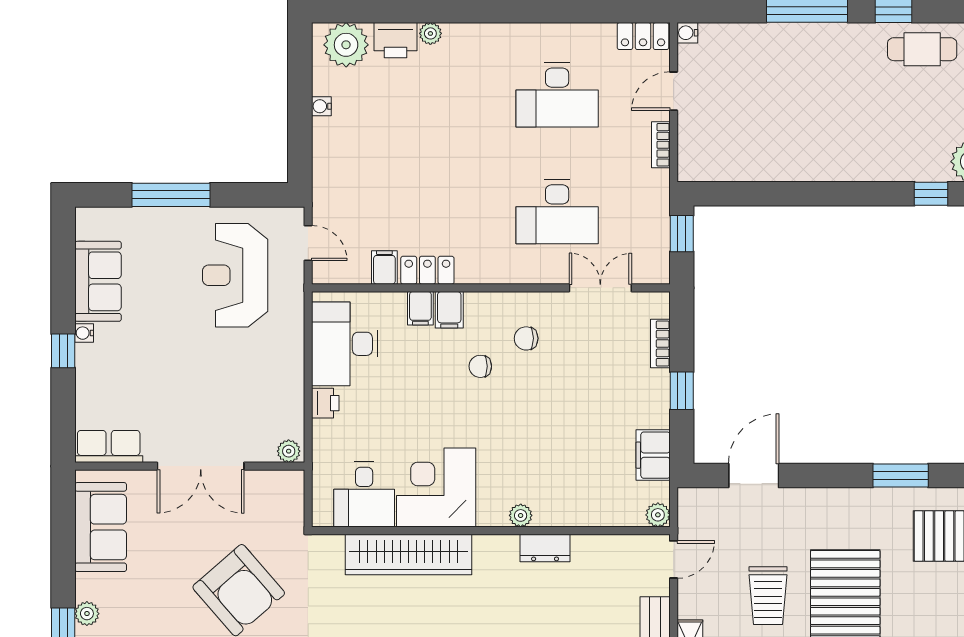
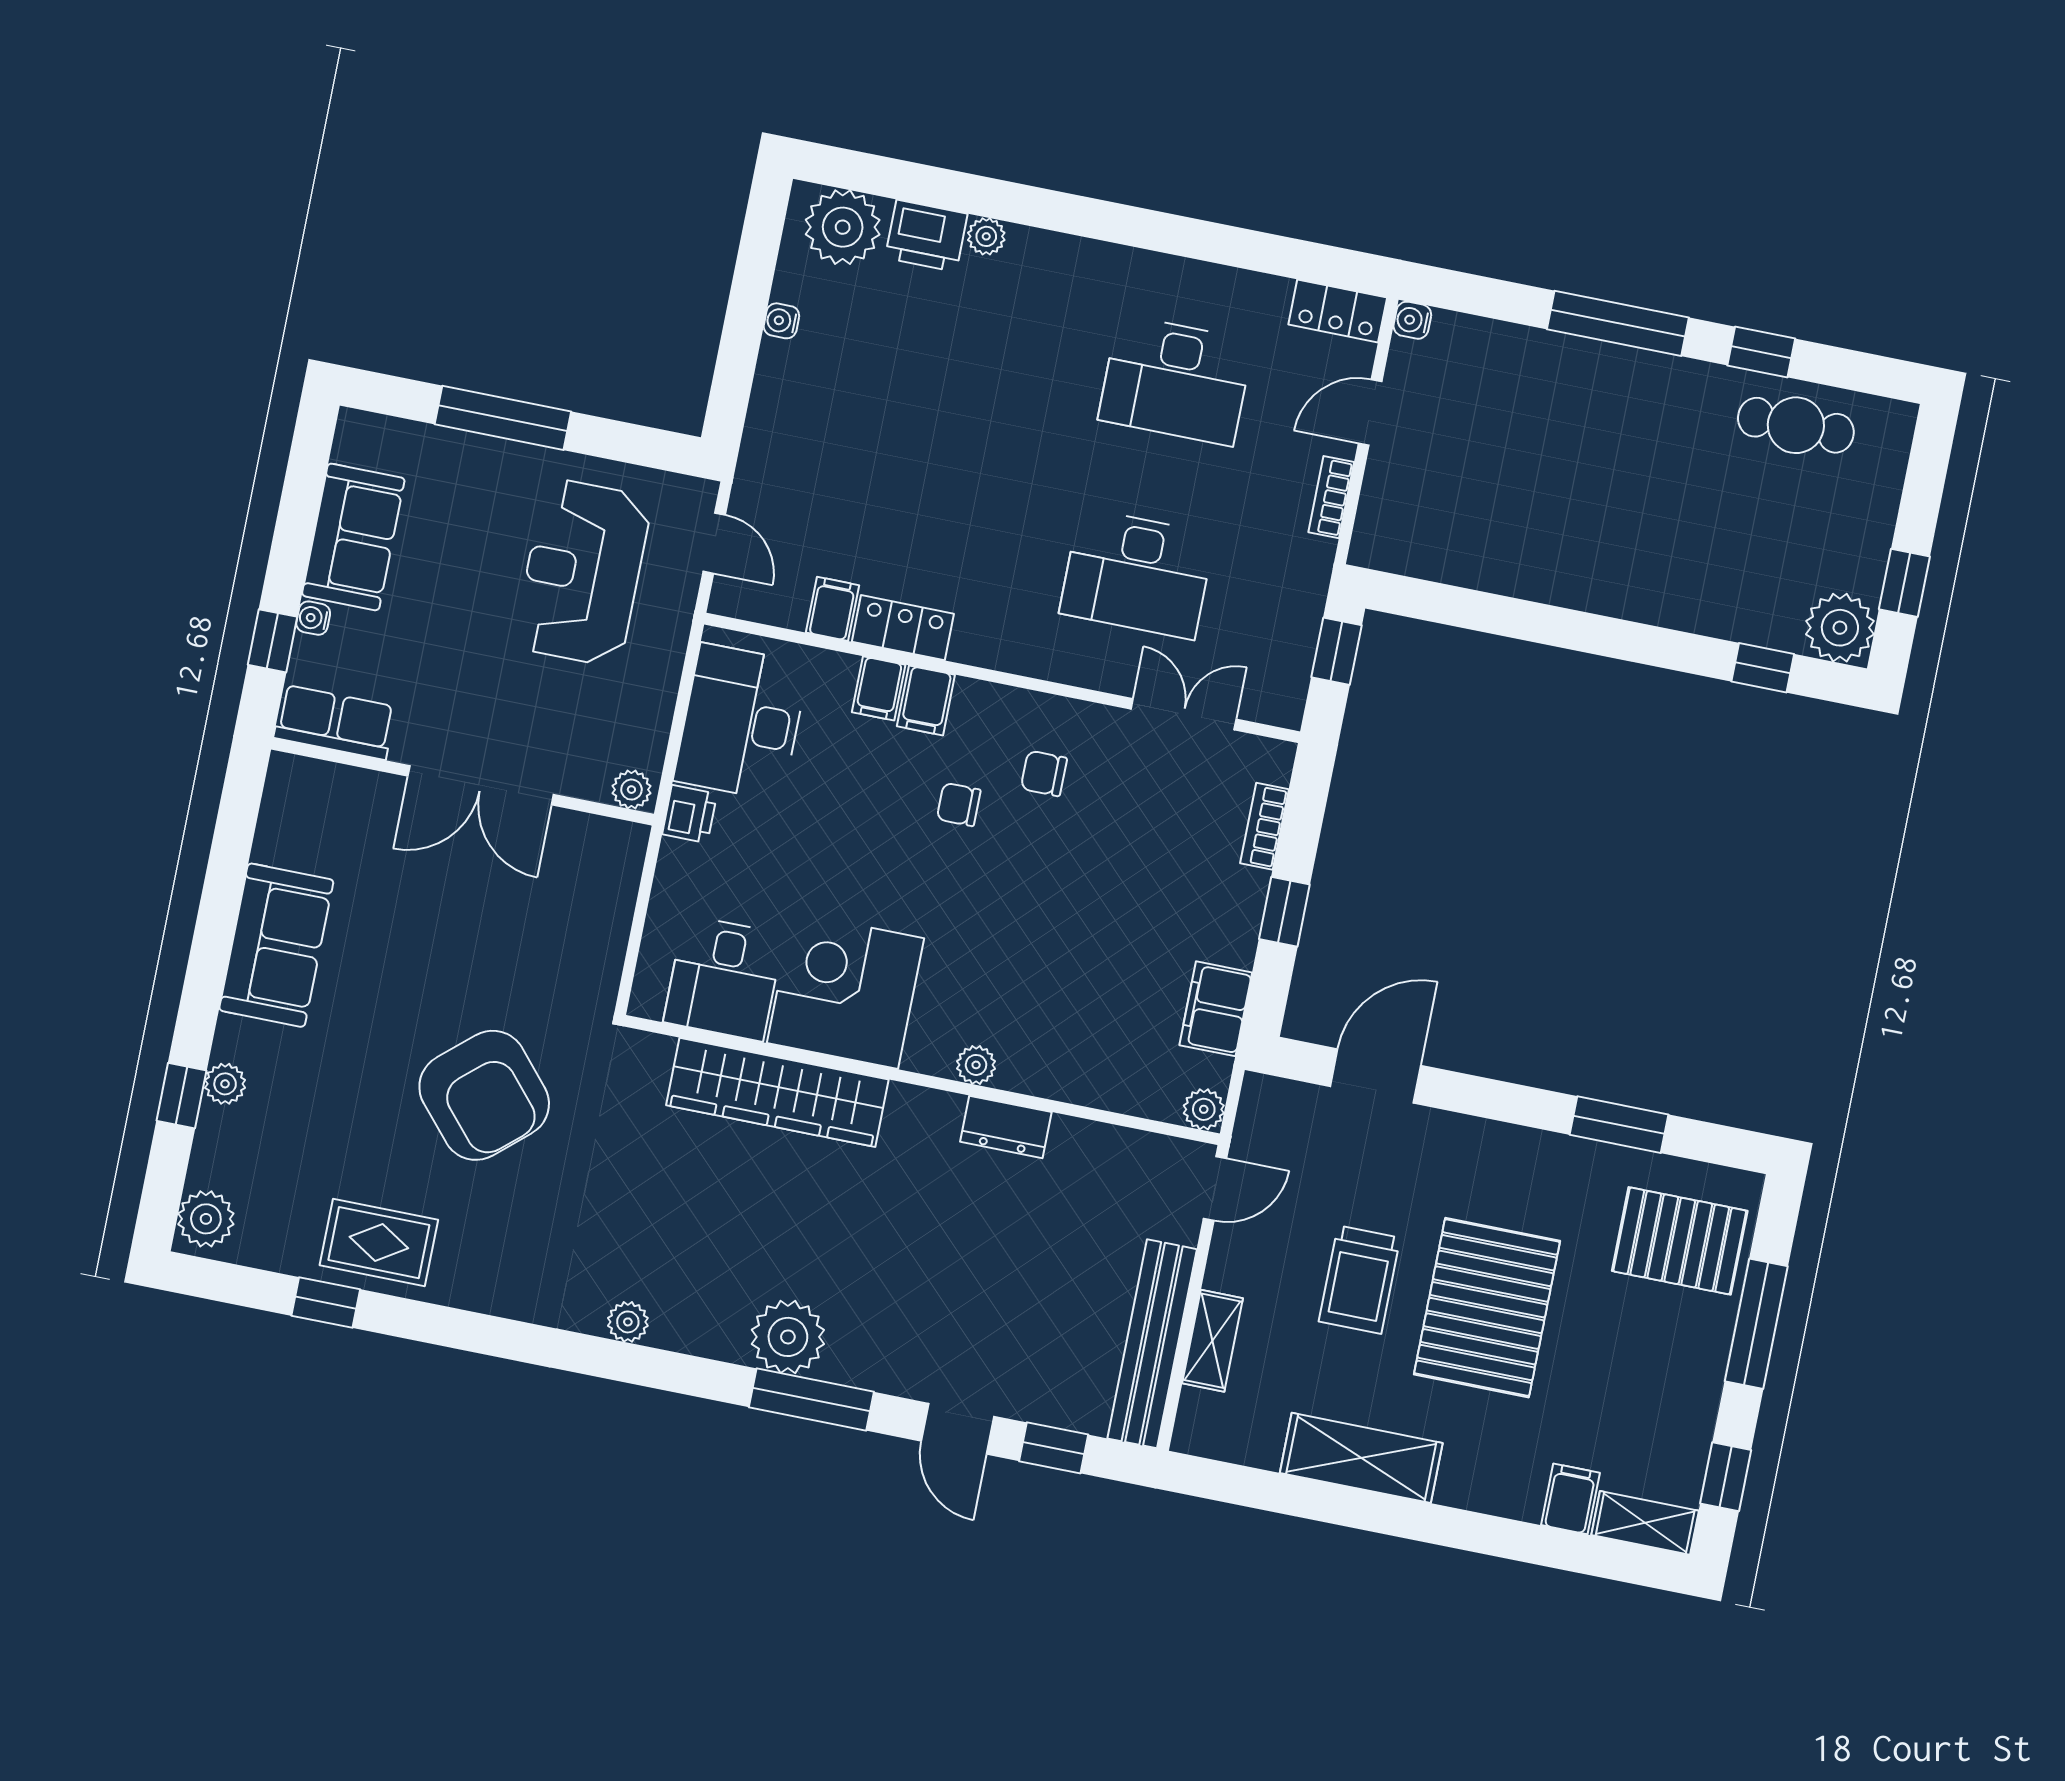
row of seats: (109, 446) -> (335, 722), moved
plant: (289, 451) -> (631, 790), moved
wall: (190, 466) -> (462, 782), moved
double door: (201, 466) -> (481, 785), moved

